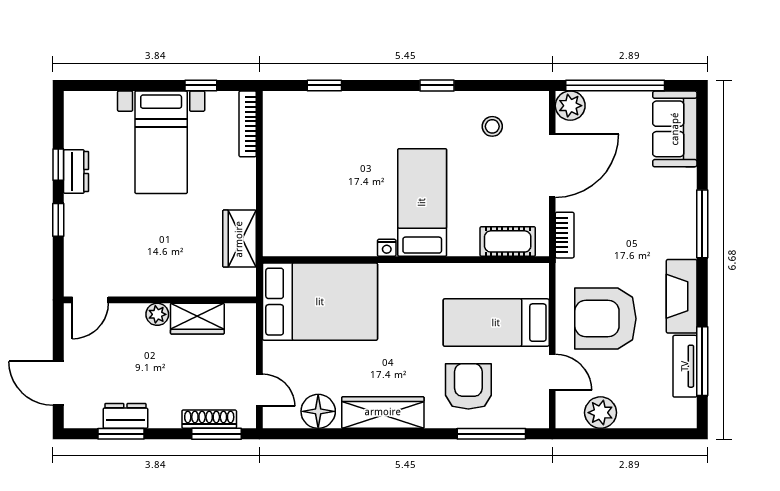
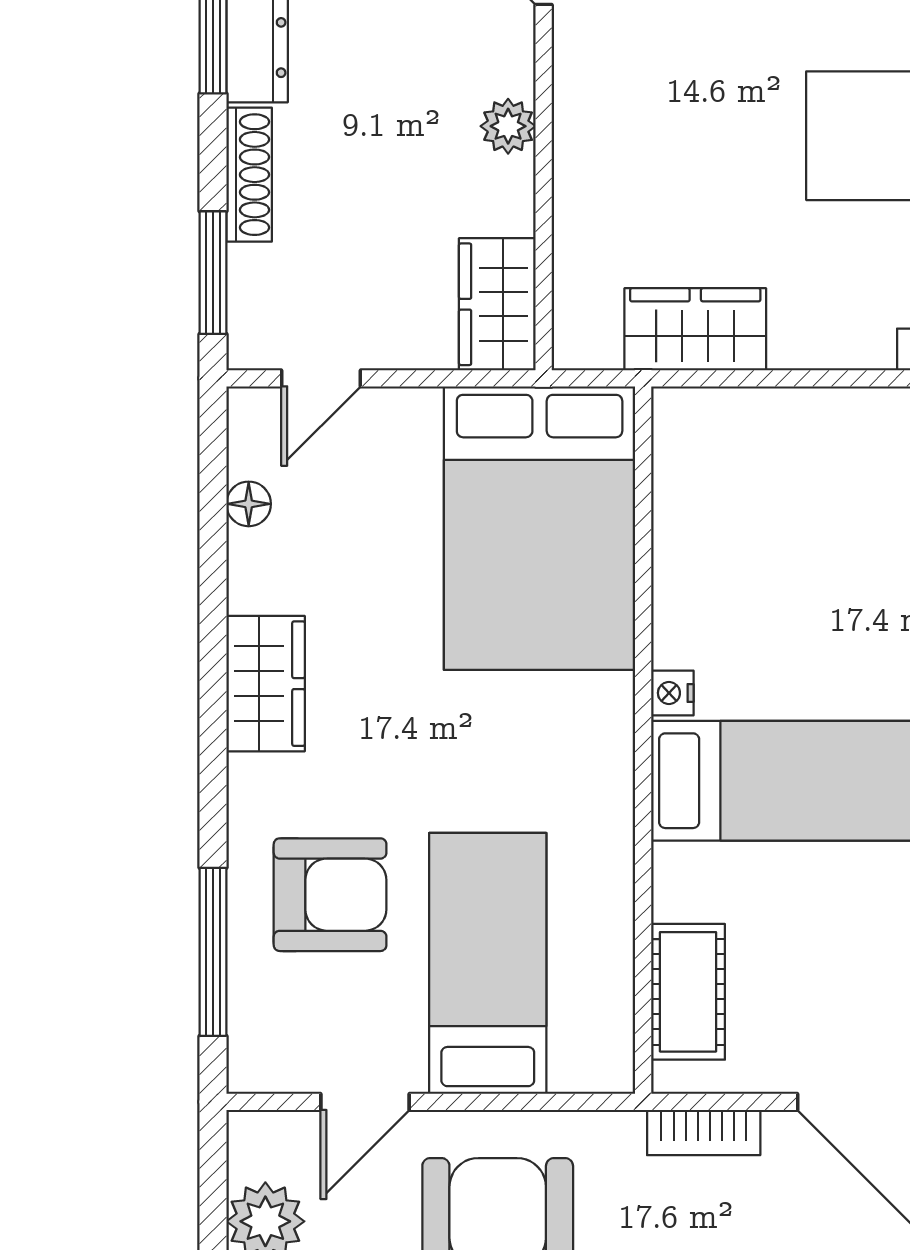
wardrobe: (197, 319) -> (497, 304), moved
floor lamp: (318, 411) -> (249, 504), width x0.53, depth x0.53
wardrobe: (383, 412) -> (266, 684), width x0.67
shoe rack: (209, 419) -> (249, 175), moved

